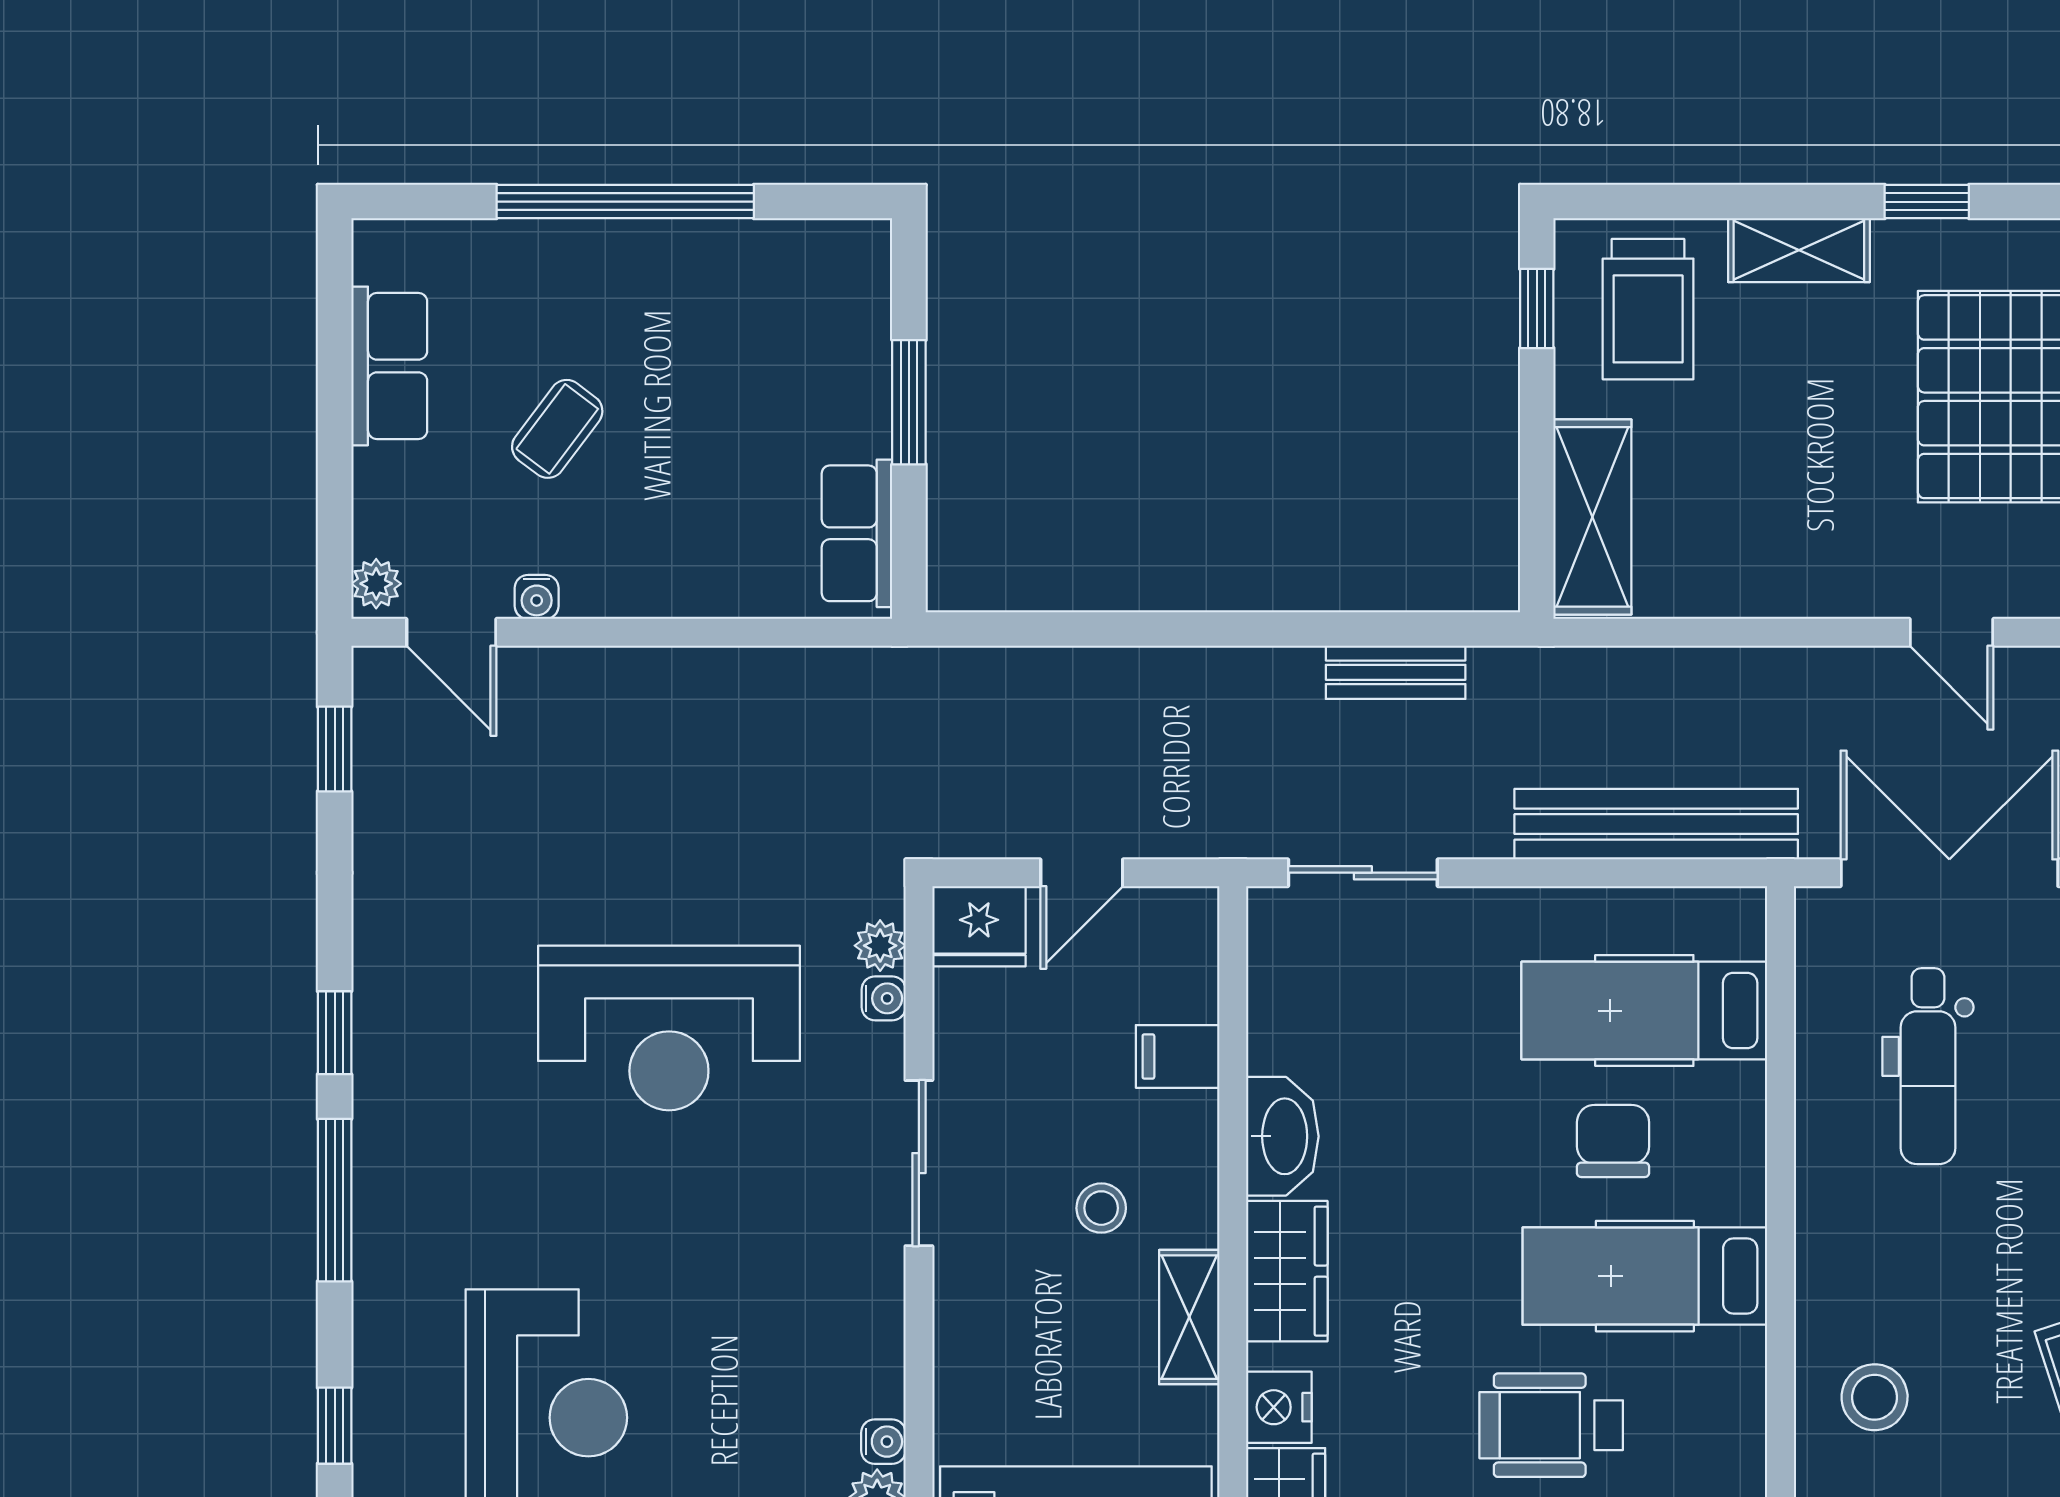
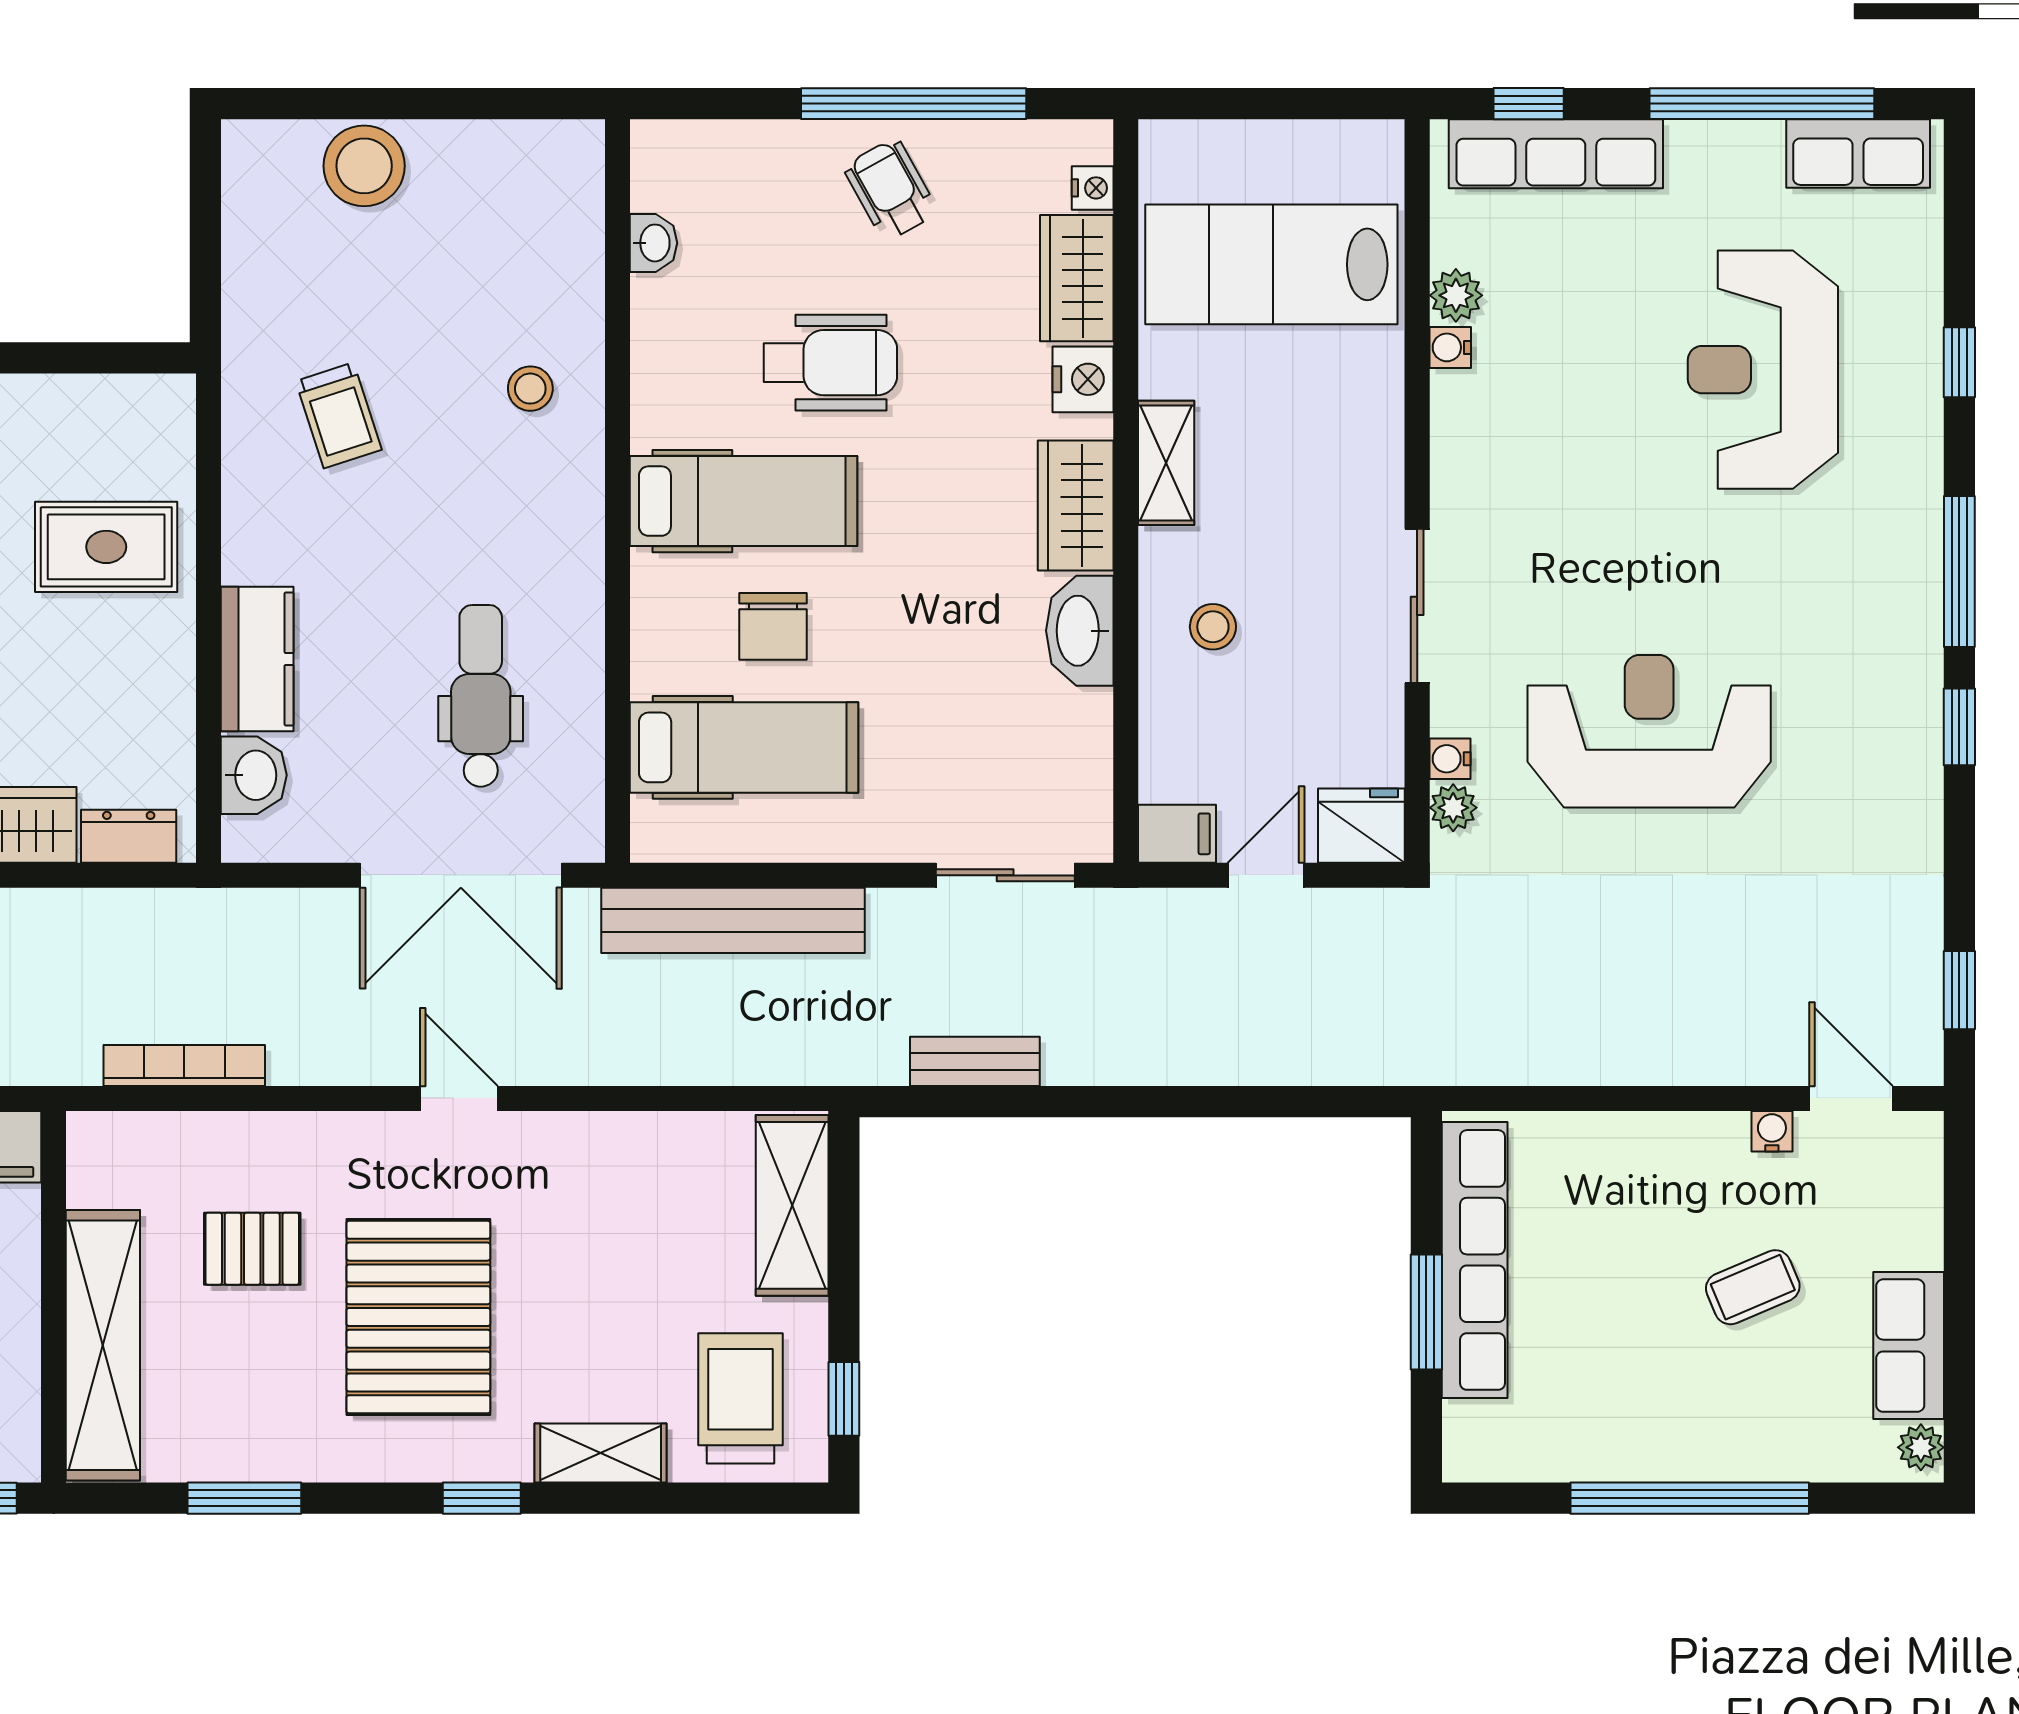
coffee table: (557, 429) -> (1753, 1287), turned 30
row of seats: (857, 533) -> (1475, 1260), width x2.02
plant: (376, 584) -> (1921, 1447), moved
filing cabinet: (1178, 1056) -> (1177, 834), moved
stool: (1101, 1208) -> (1213, 627), moved
stool: (1875, 1397) -> (530, 389), width x0.73, depth x0.73

